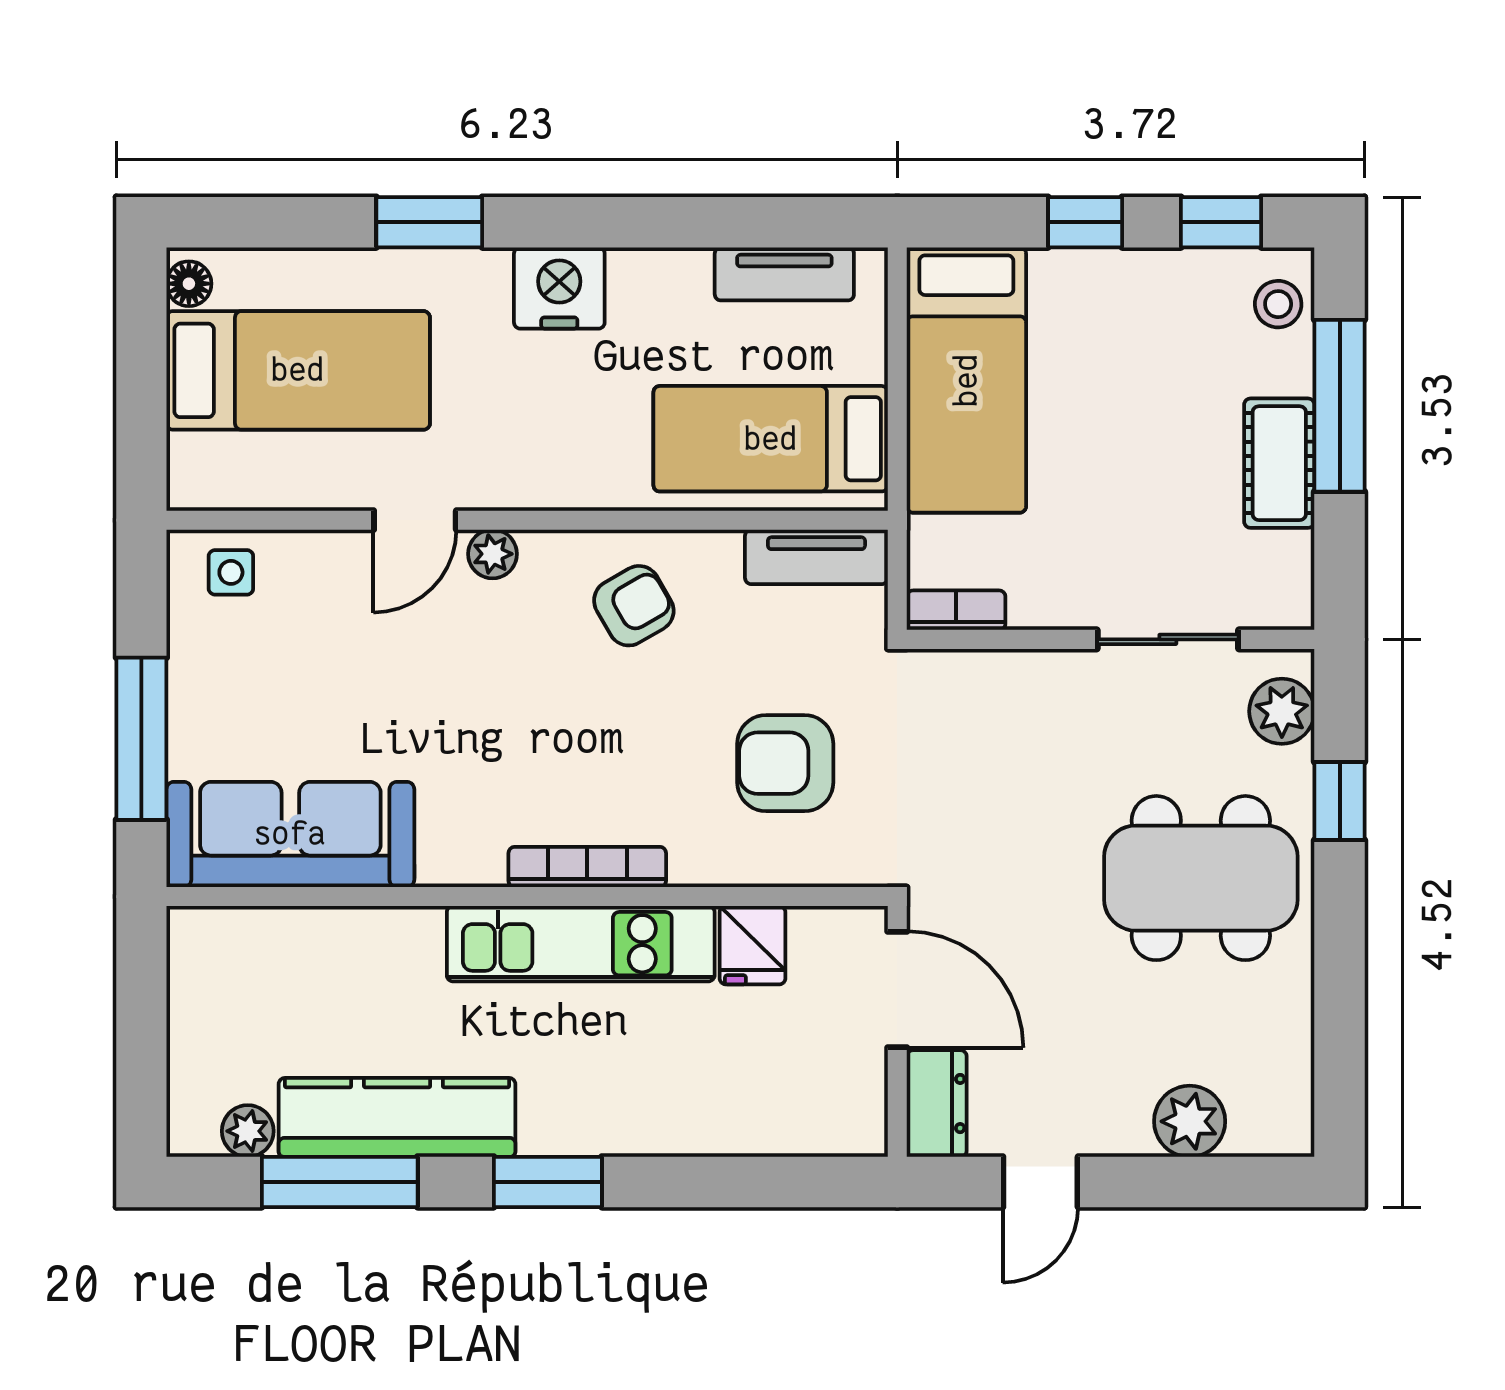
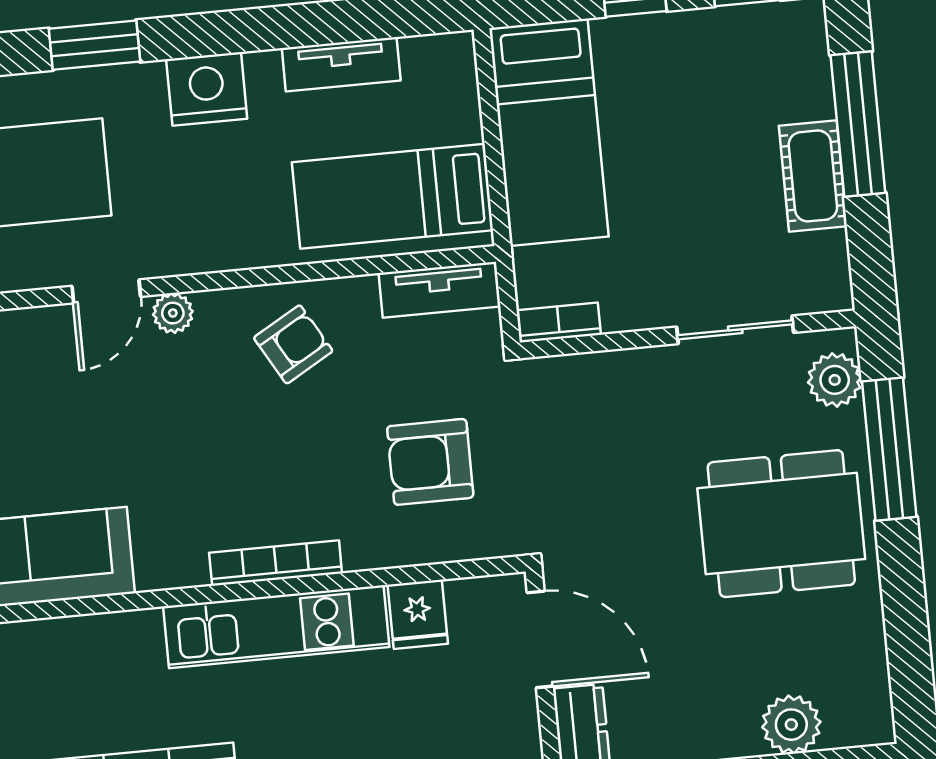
tv unit: (784, 274) -> (341, 64), moved
stool: (1278, 304) -> (799, 45), removed
window: (1340, 801) -> (889, 449), width x2.17

